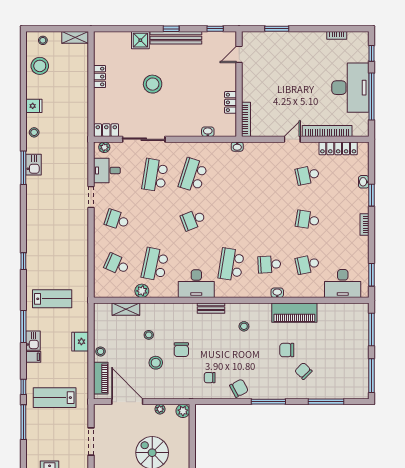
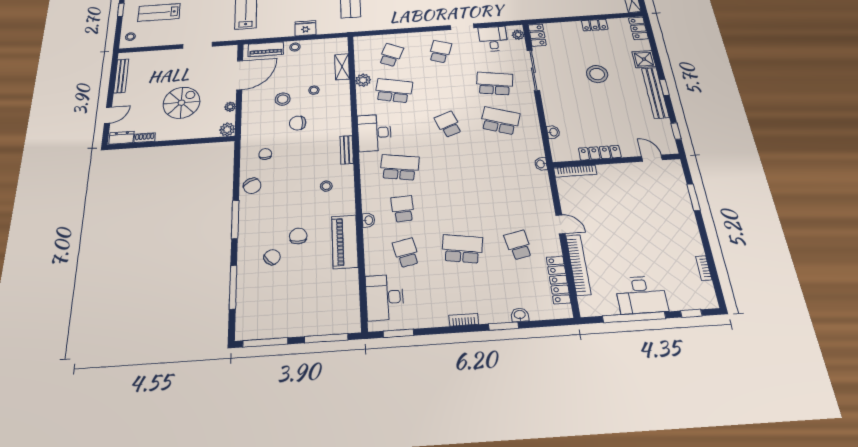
locker: (107, 38) -> (638, 28), added
desk: (350, 88) -> (641, 295), width x0.73, depth x0.77
locker: (231, 102) -> (600, 153), width x1.53
school desk: (307, 220) -> (462, 249), width x1.85

